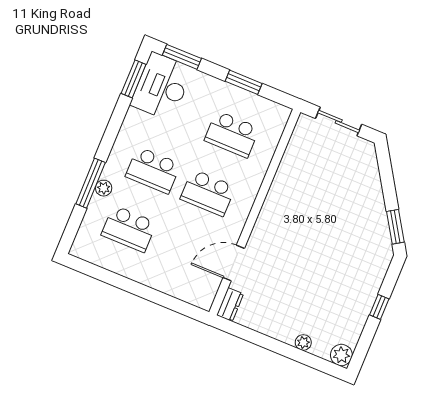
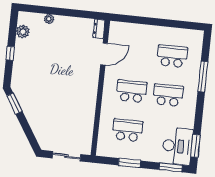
plant: (104, 188) -> (194, 76), removed
plant: (341, 355) -> (23, 32), moved

